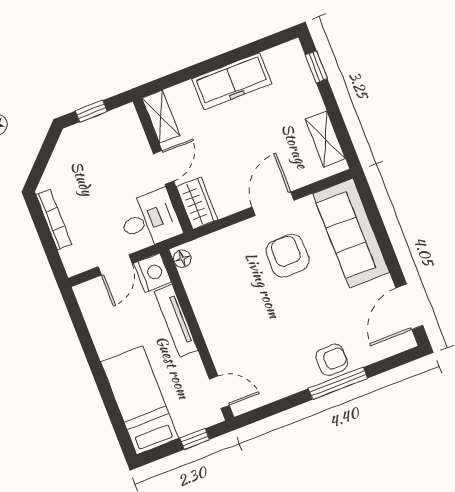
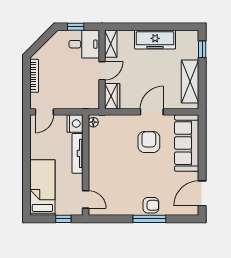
shelving: (325, 139) -> (190, 81), width x1.50, depth x1.33
desk: (150, 220) -> (84, 44), moved
door: (115, 265) -> (44, 112), moved

